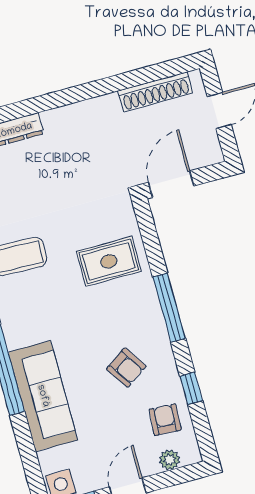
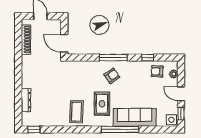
rug: (109, 261) -> (102, 104), moved
armchair: (126, 368) -> (112, 76), moved

